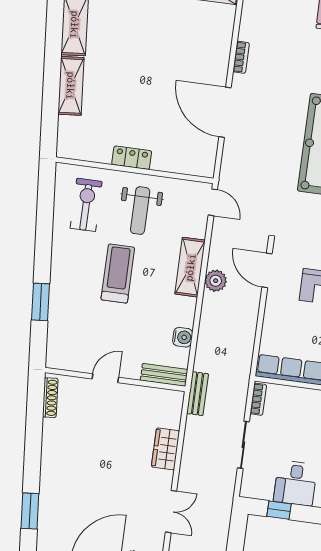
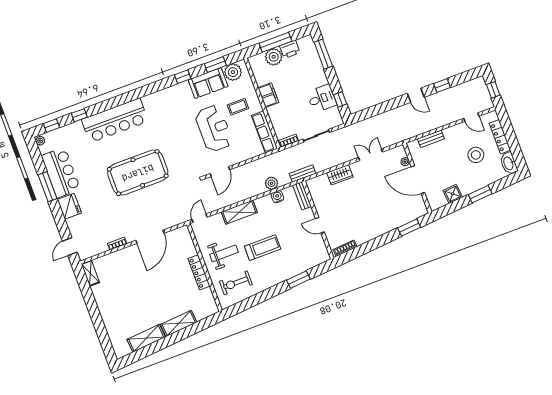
locker: (132, 158) -> (199, 272), width x1.53
treadmill: (118, 274) -> (263, 248), turned 180
plant: (216, 281) -> (271, 183), moved

